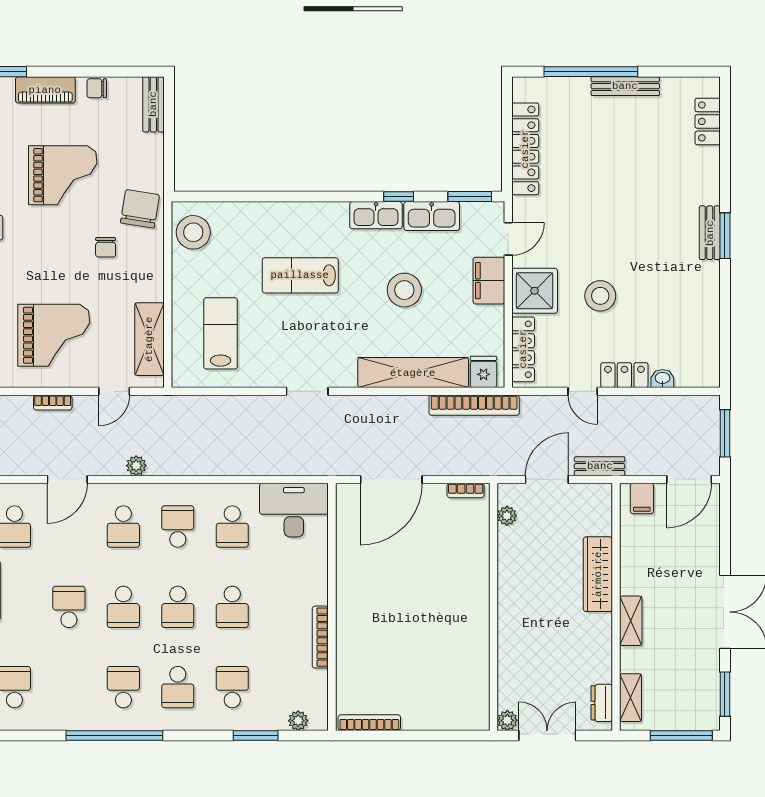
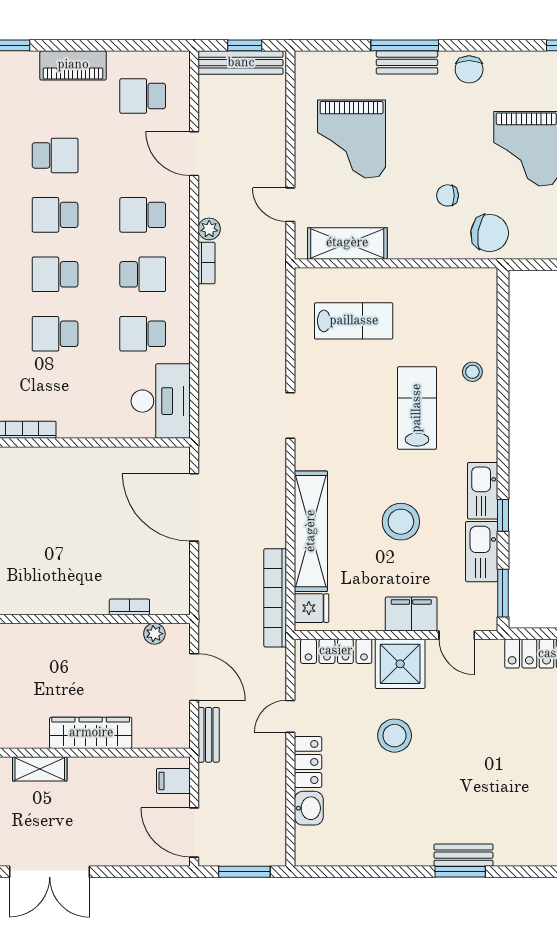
stool: (193, 232) -> (472, 372), moved, width x0.53, depth x0.53
washbasin: (662, 378) -> (309, 808), width x1.38, depth x1.45
bookcase: (53, 403) -> (206, 263), moved, turned 180
bookcase: (466, 490) -> (129, 607), moved, turned 90

